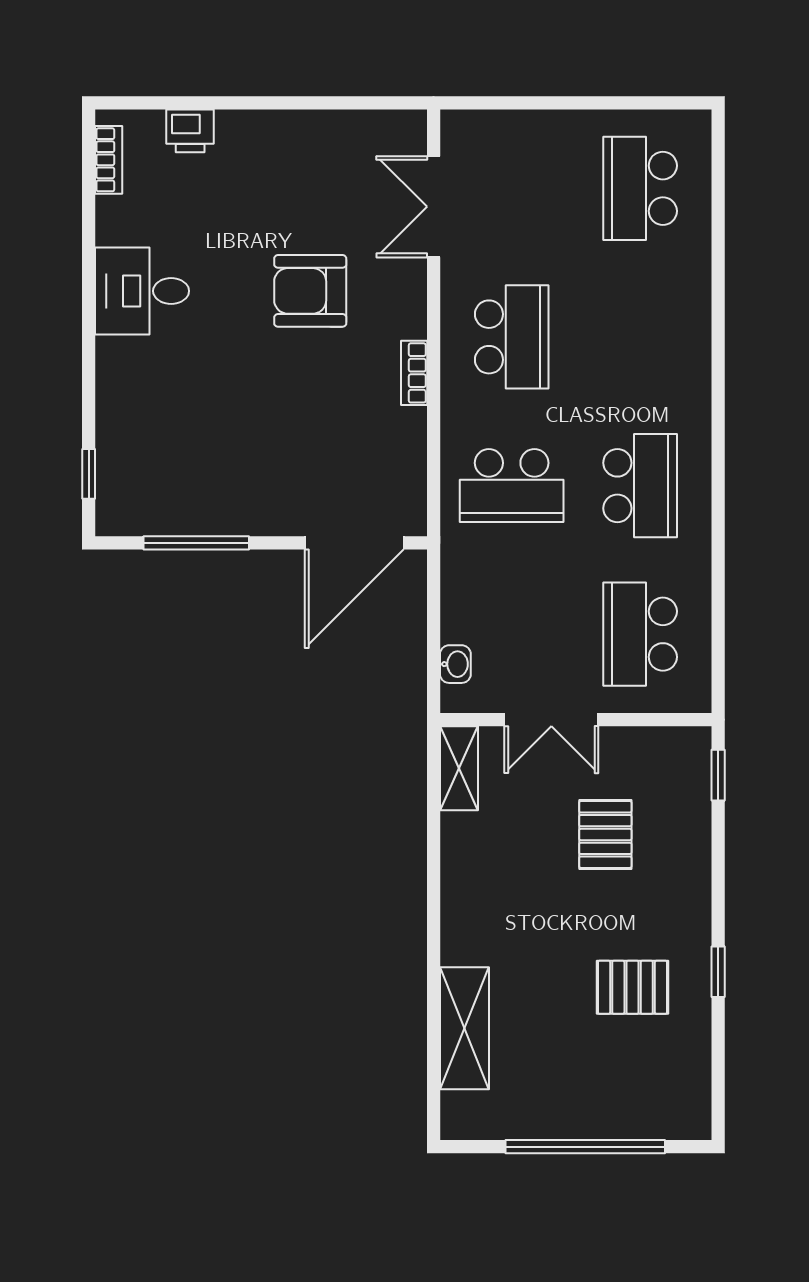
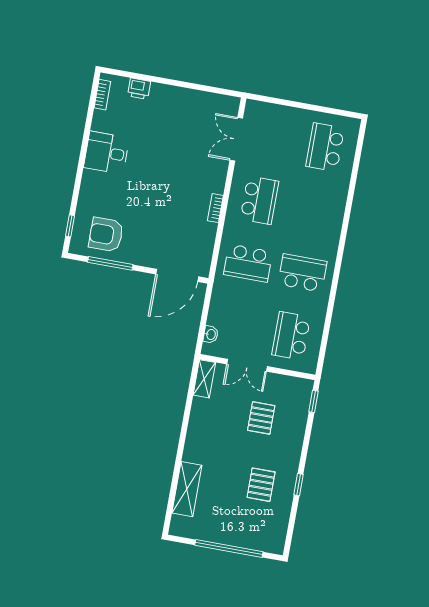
armchair: (310, 291) -> (106, 235), moved
school desk: (640, 486) -> (302, 273), turned -90
pallet: (633, 987) -> (261, 485), turned 90

